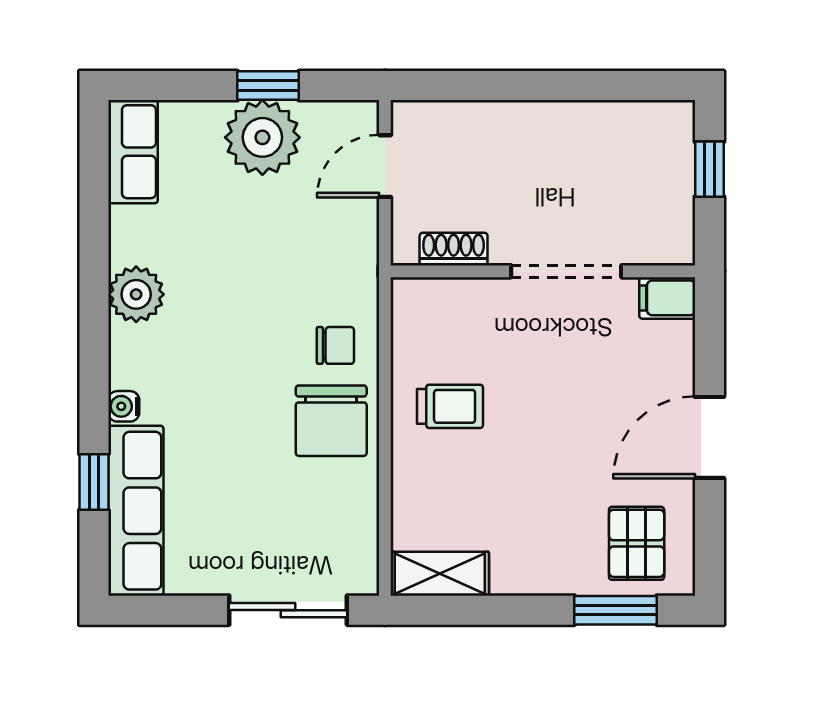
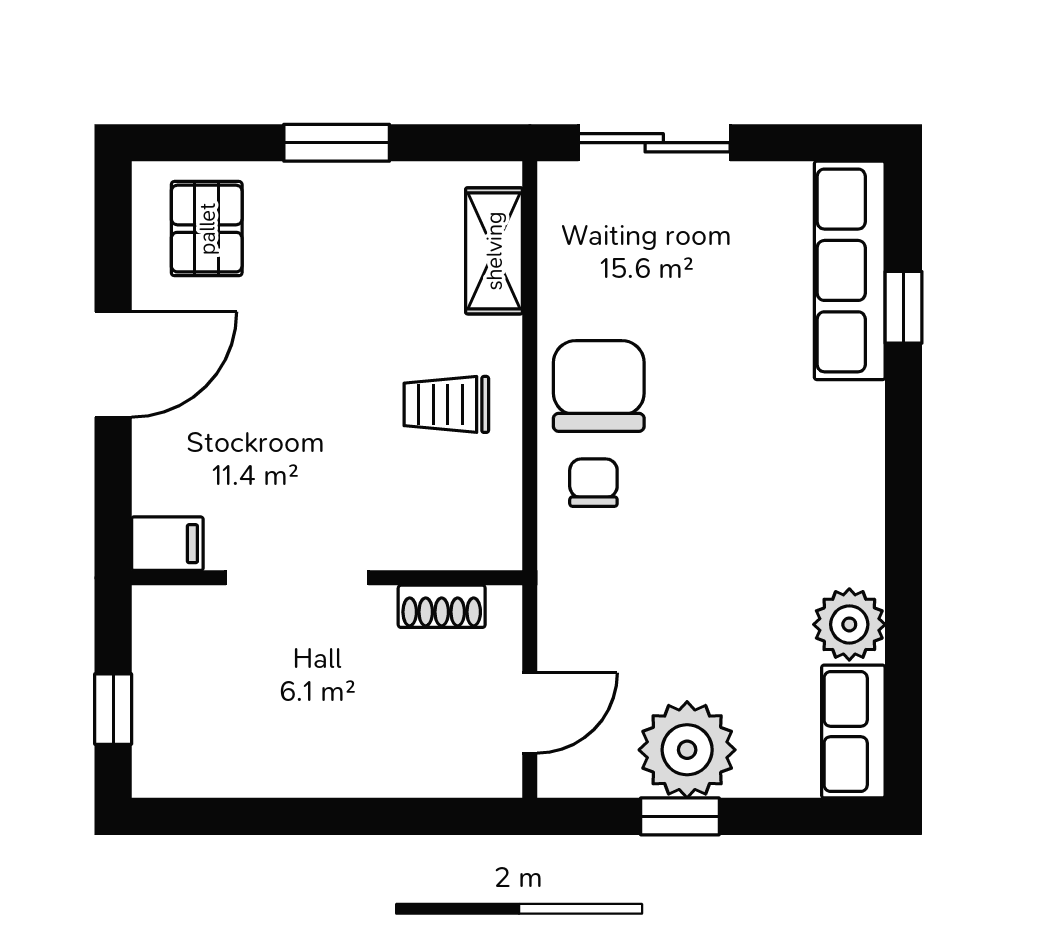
plant: (136, 294) -> (849, 624), moved
chair: (335, 345) -> (593, 483), turned 90
water cooler: (124, 406) -> (865, 404), removed
shelving: (440, 574) -> (494, 251), moved, turned 90
window: (616, 610) -> (337, 143), moved

